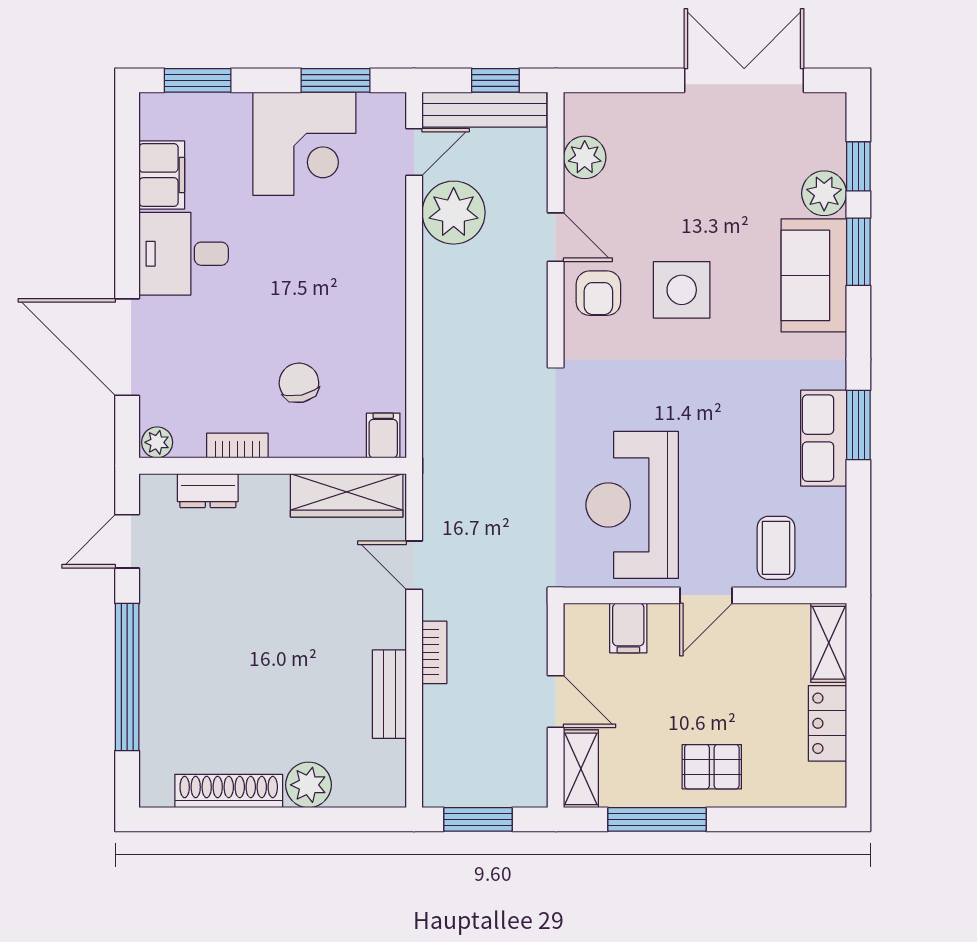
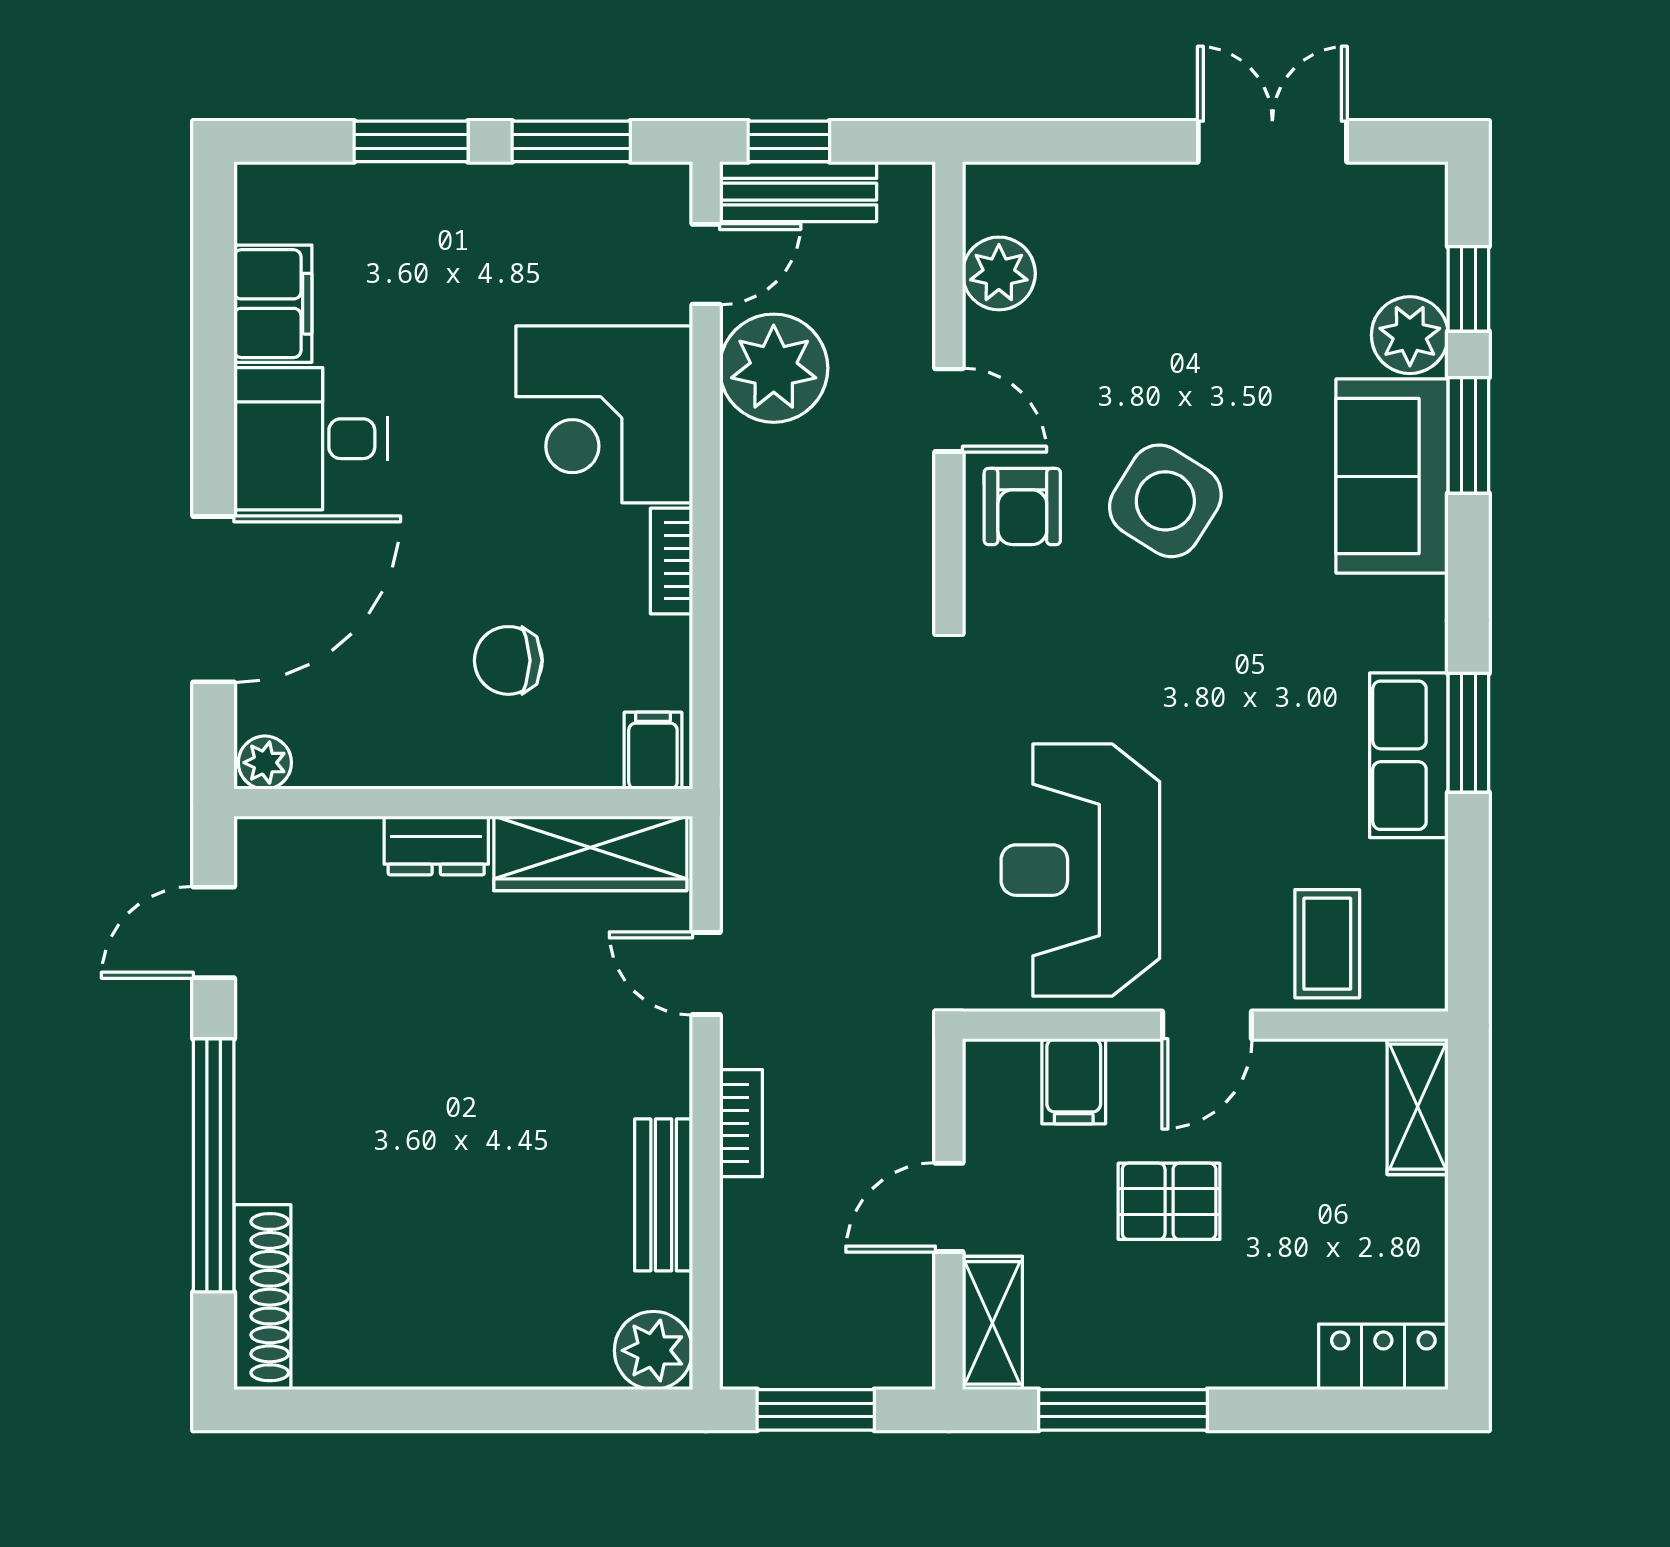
window: (198, 80) -> (411, 141), moved
window: (495, 80) -> (789, 141), moved
double door: (744, 80) -> (1272, 141), width x0.73
bench: (484, 110) -> (798, 192), width x0.73
corner desk: (304, 144) -> (604, 414), moved, turned 90
side table: (682, 290) -> (1165, 501), turned 32
door: (127, 347) -> (214, 599), swing flipped
chair: (299, 383) -> (508, 660), turned -78
bookcase: (237, 445) -> (671, 561), moved, turned -90
dresser: (208, 491) -> (436, 845), moved
door: (556, 701) -> (949, 1207), swing flipped
locker: (827, 723) -> (1383, 1357), moved, turned 90
pallet: (712, 767) -> (1169, 1201), moved
plant: (308, 785) -> (653, 1350), moved
shoe rack: (229, 791) -> (262, 1297), moved, turned 90

